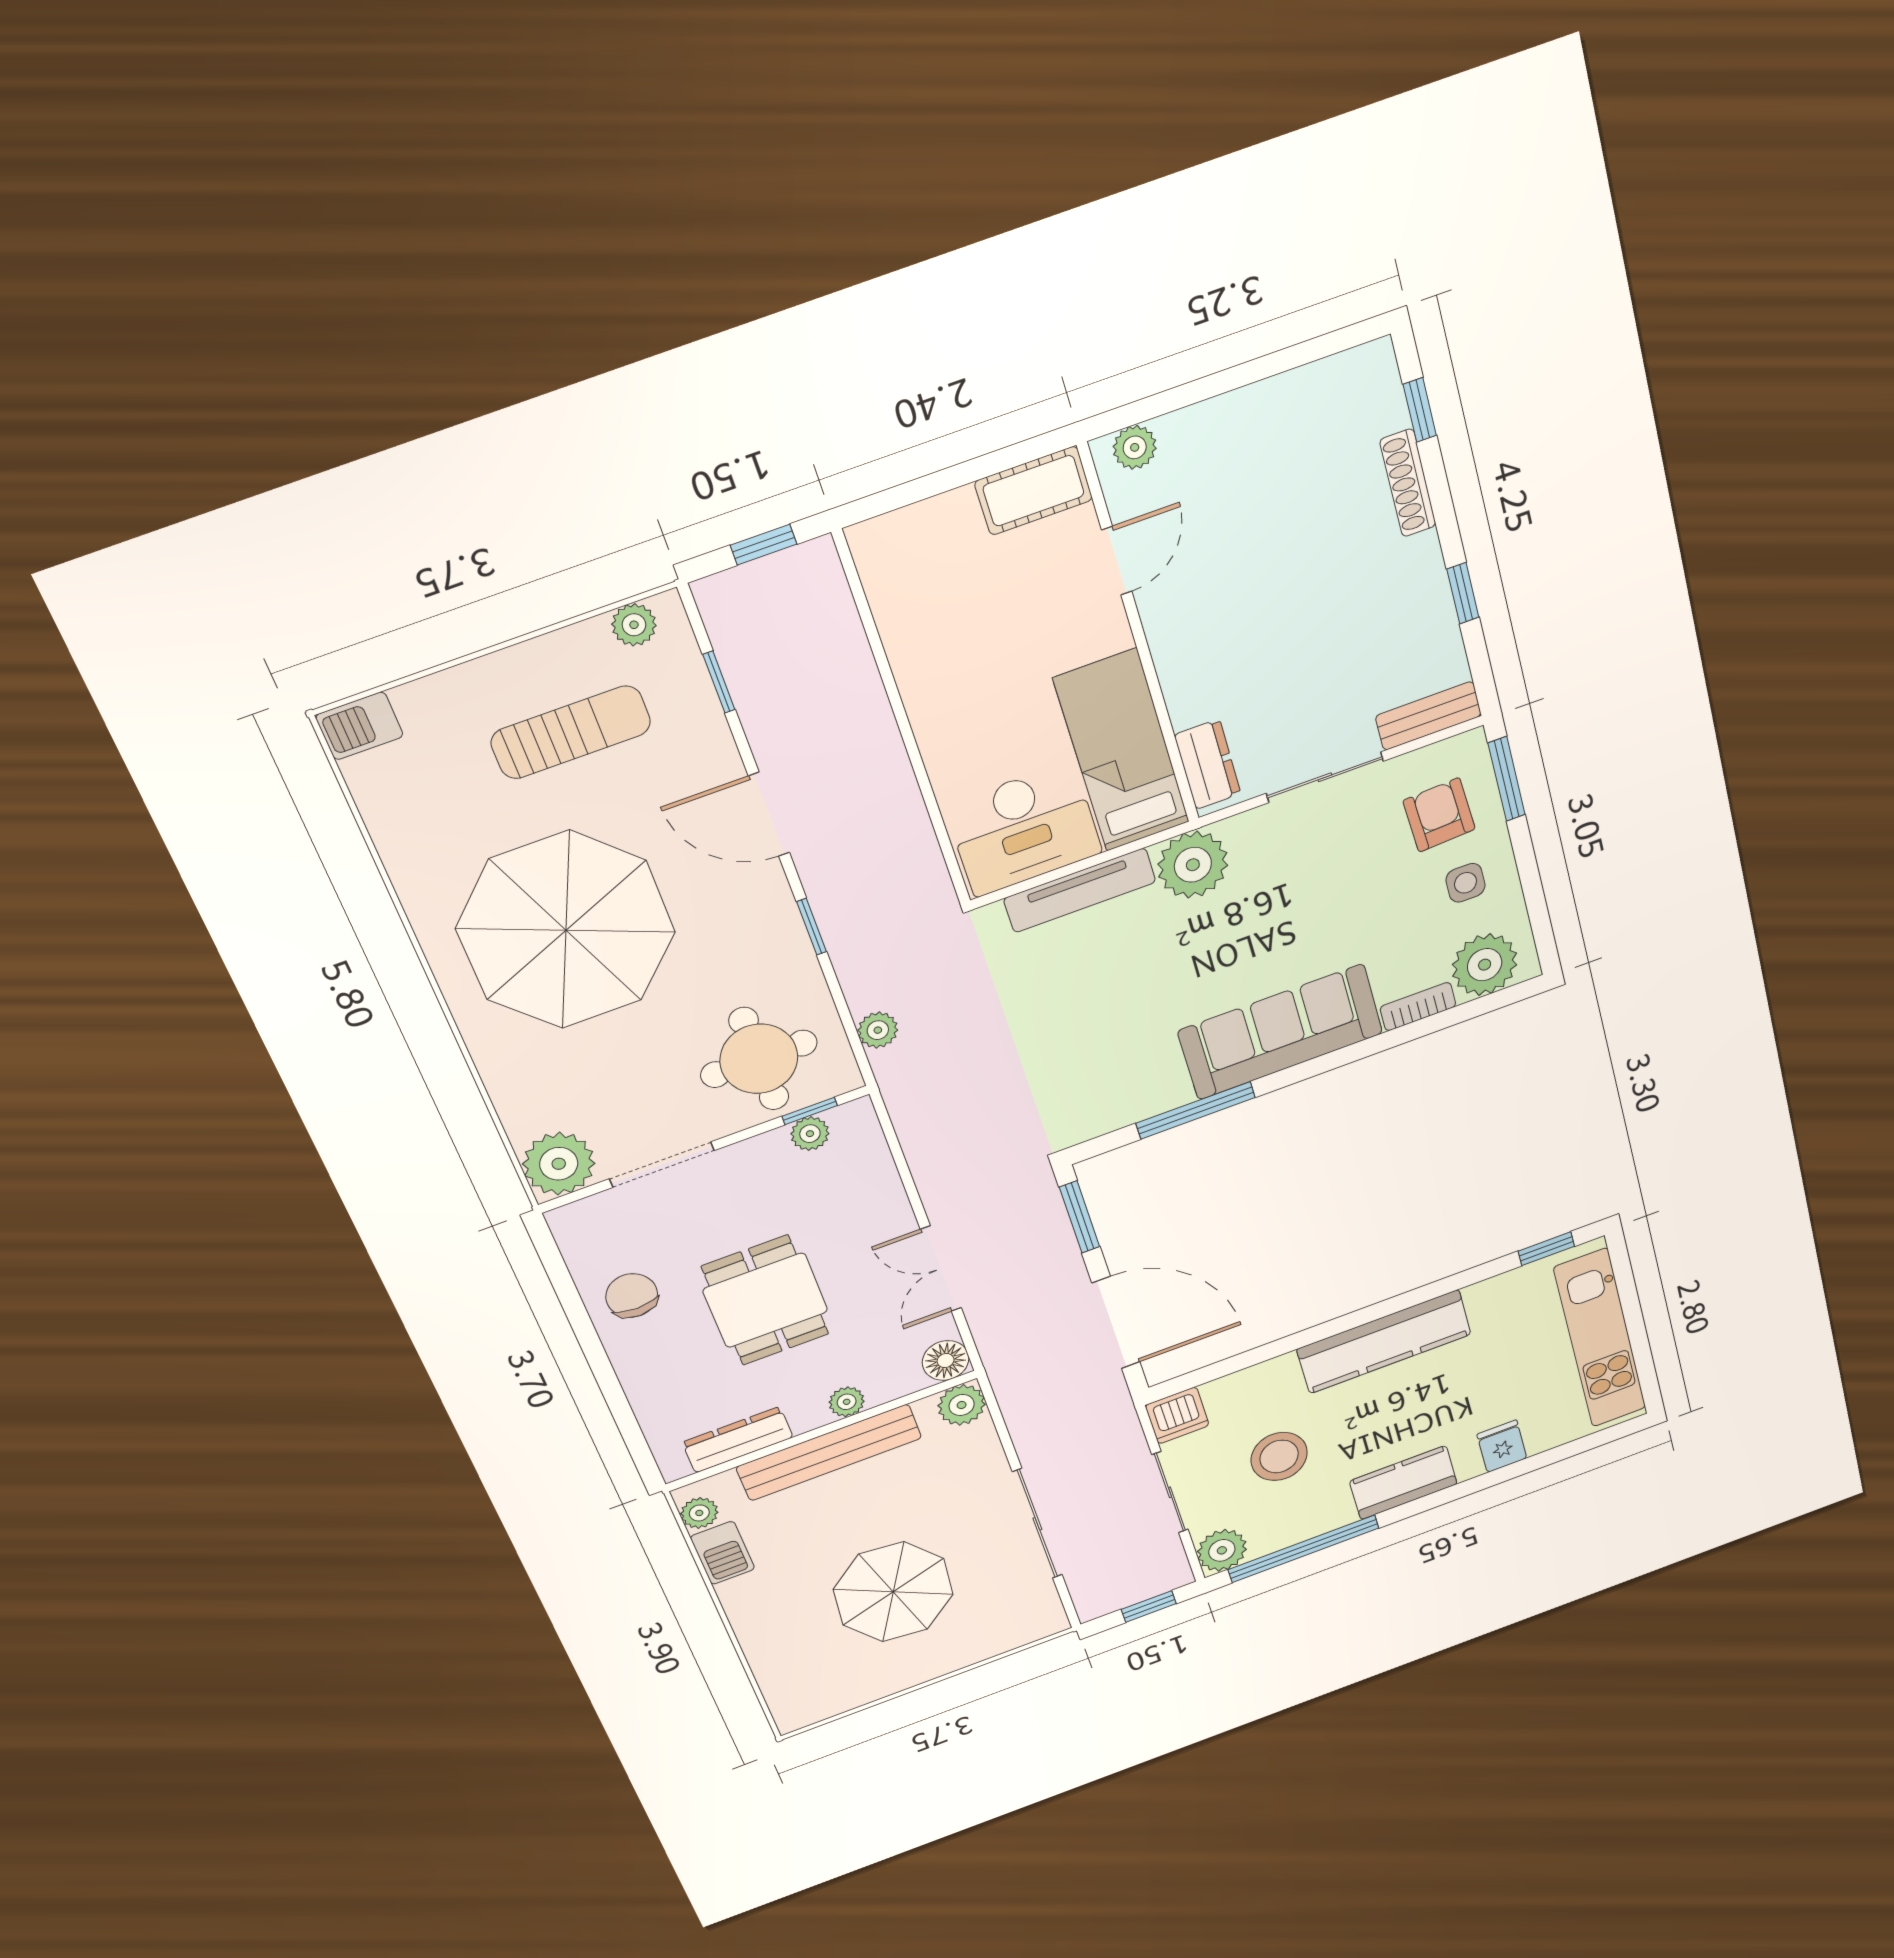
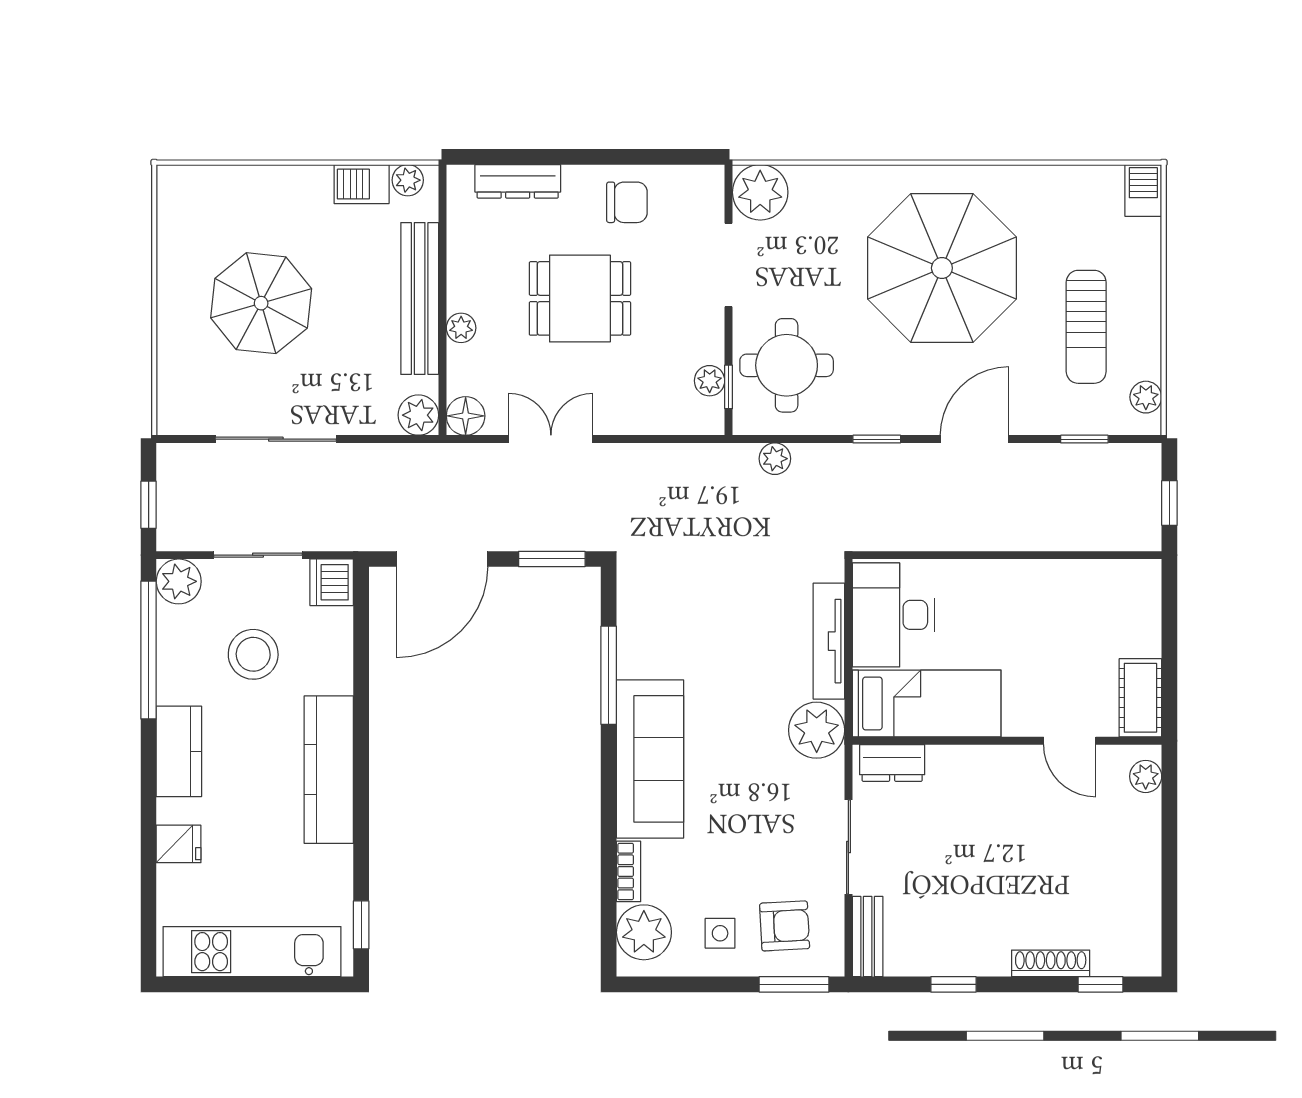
dresser: (738, 1440) -> (518, 181), moved, turned 90

